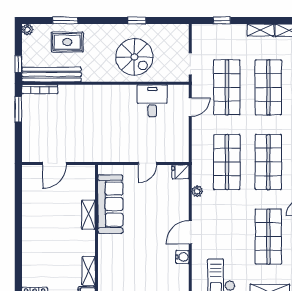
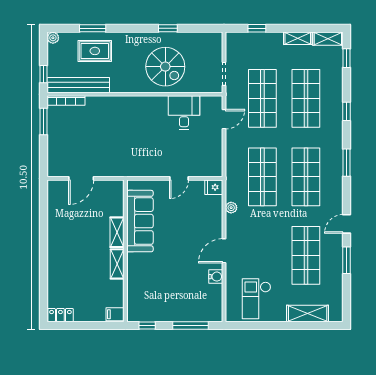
shelving: (89, 271) -> (117, 264), moved

